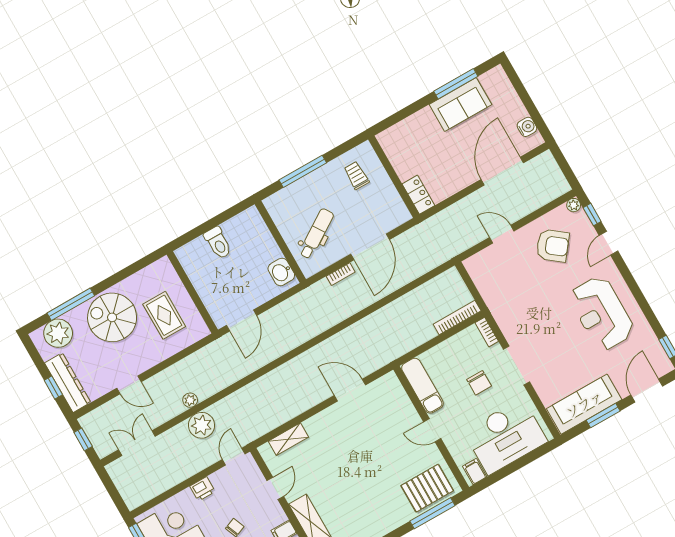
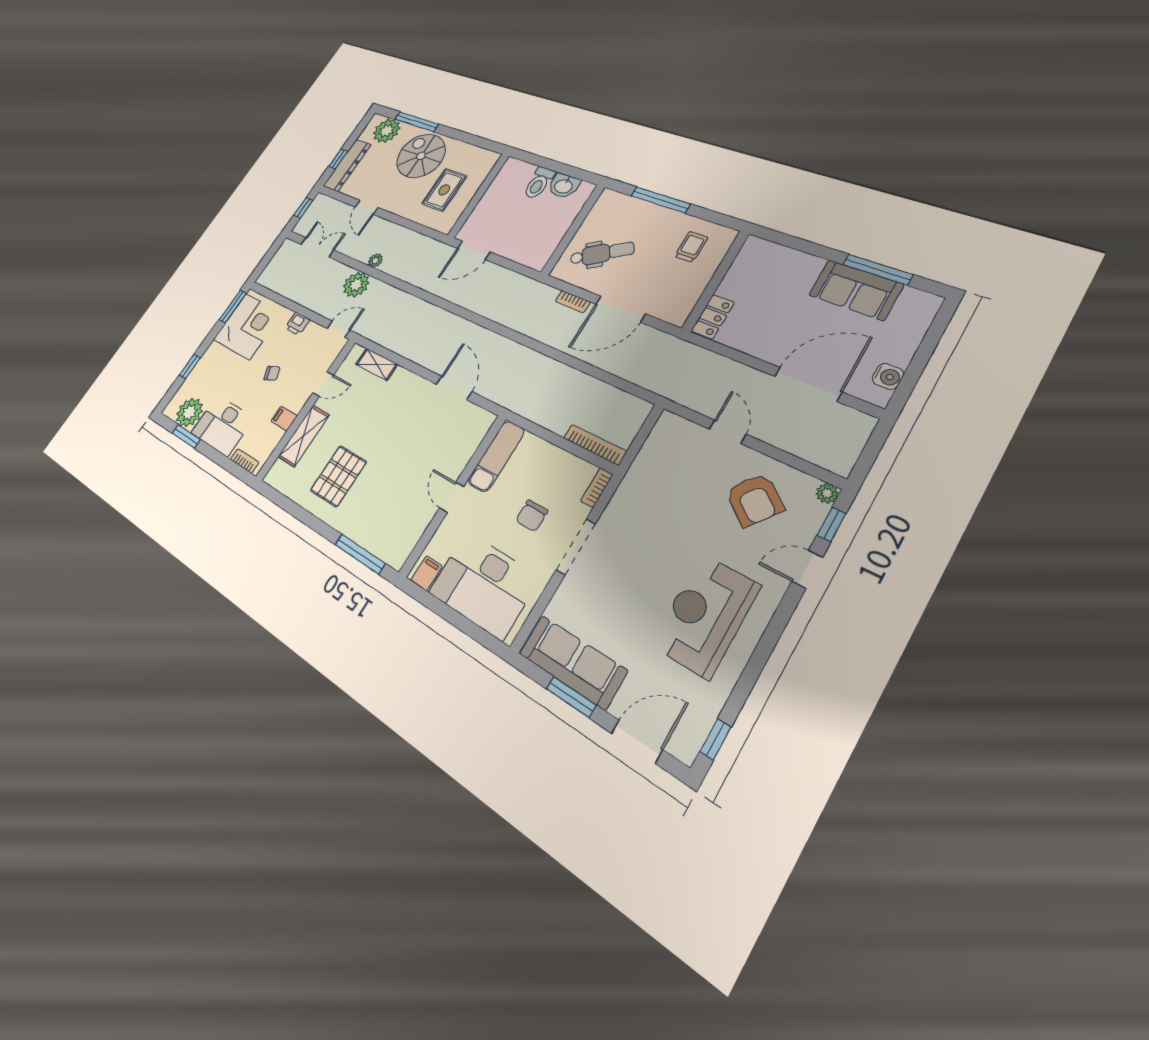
washbasin: (281, 272) -> (564, 186), moved, turned -90
pallet: (427, 488) -> (338, 476), moved, turned 90

